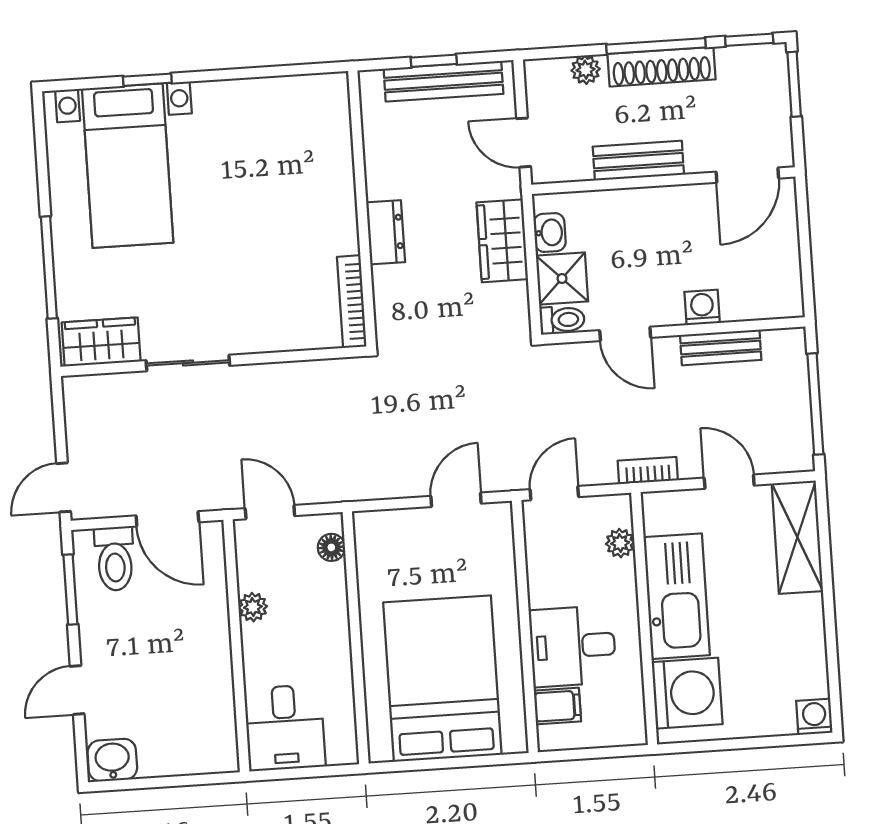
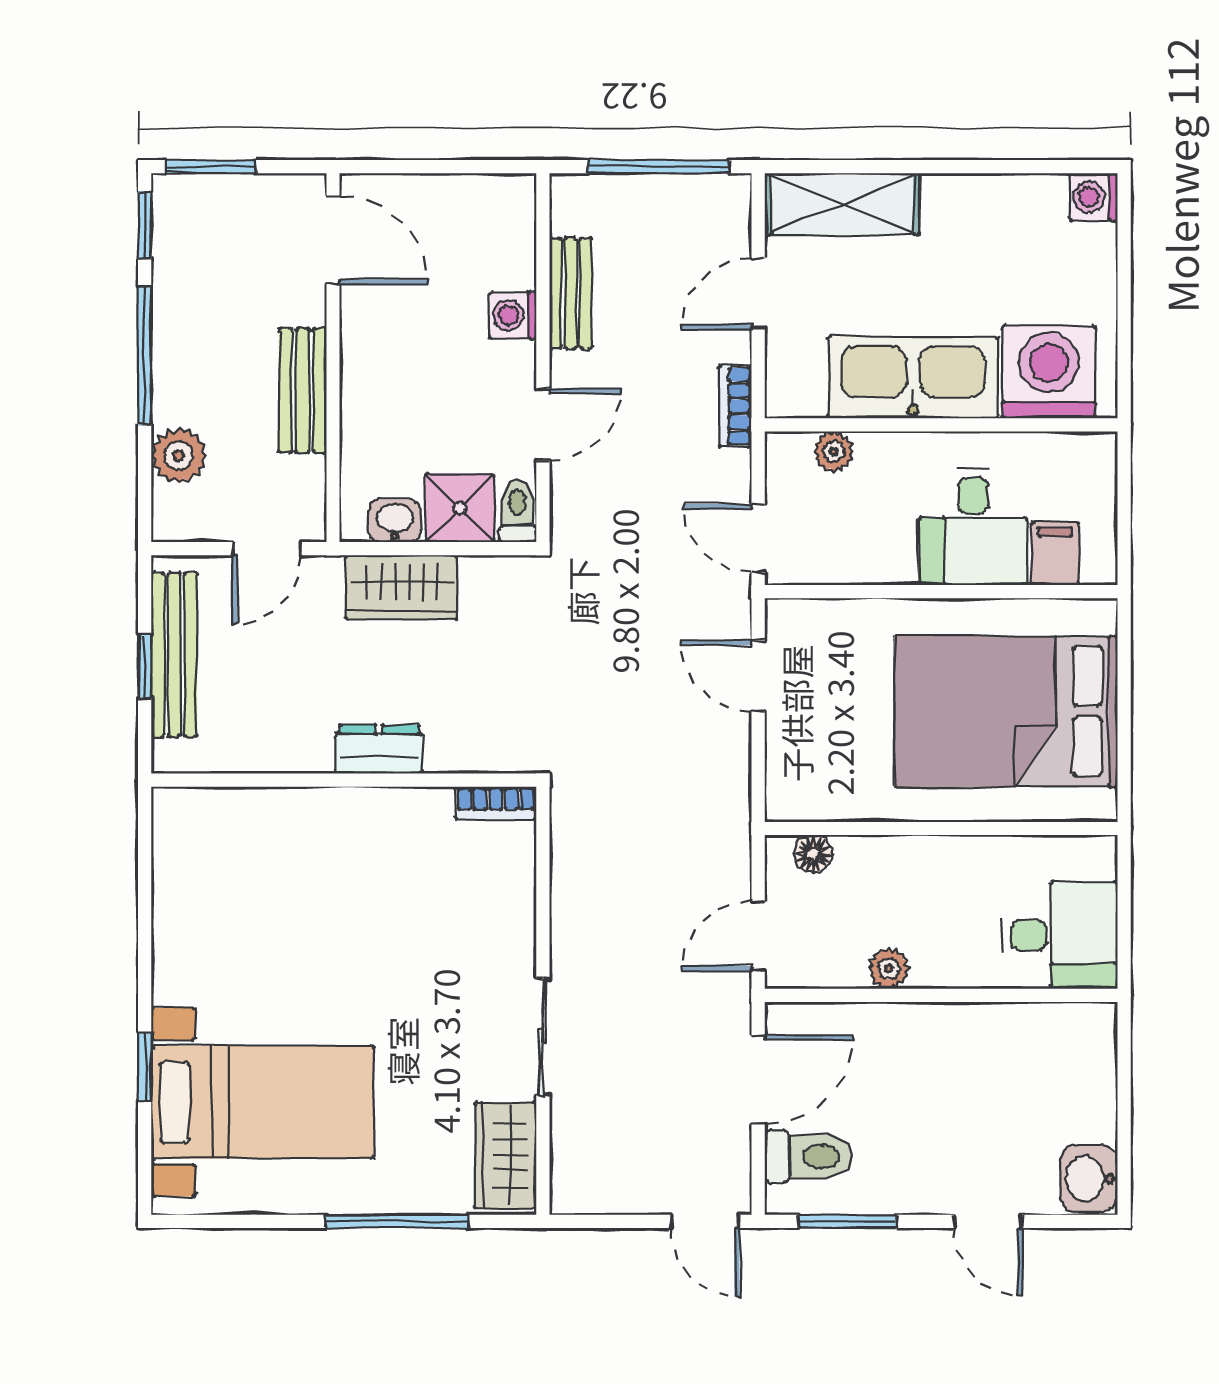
shoe rack: (662, 67) -> (174, 350), removed
plant: (586, 70) -> (179, 456), width x1.38, depth x1.38
bookcase: (352, 302) -> (496, 803), width x0.64

